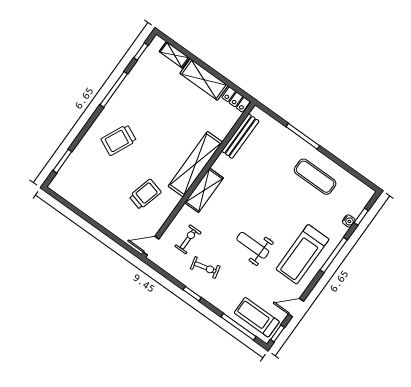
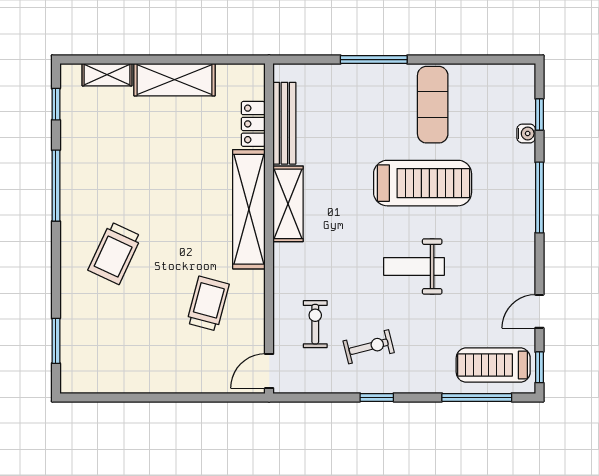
locker: (236, 100) -> (253, 124), moved, turned 90
exercise mat: (315, 177) -> (433, 105), turned 90
shelving: (204, 190) -> (288, 204), moved
treadmill: (302, 254) -> (423, 183), moved, turned -90

